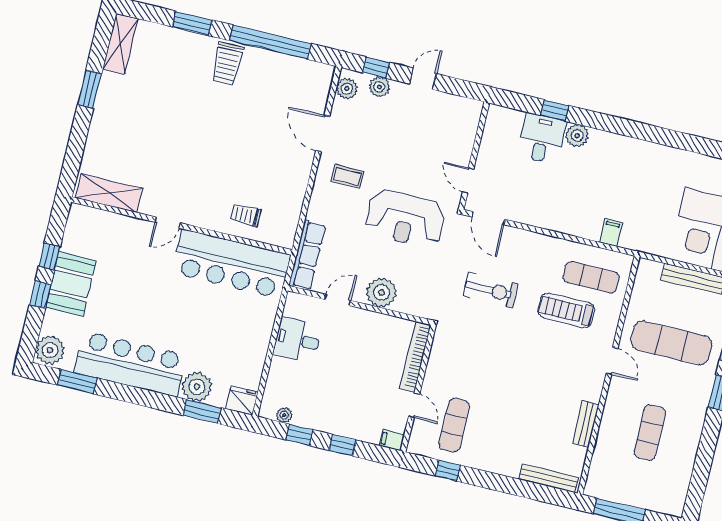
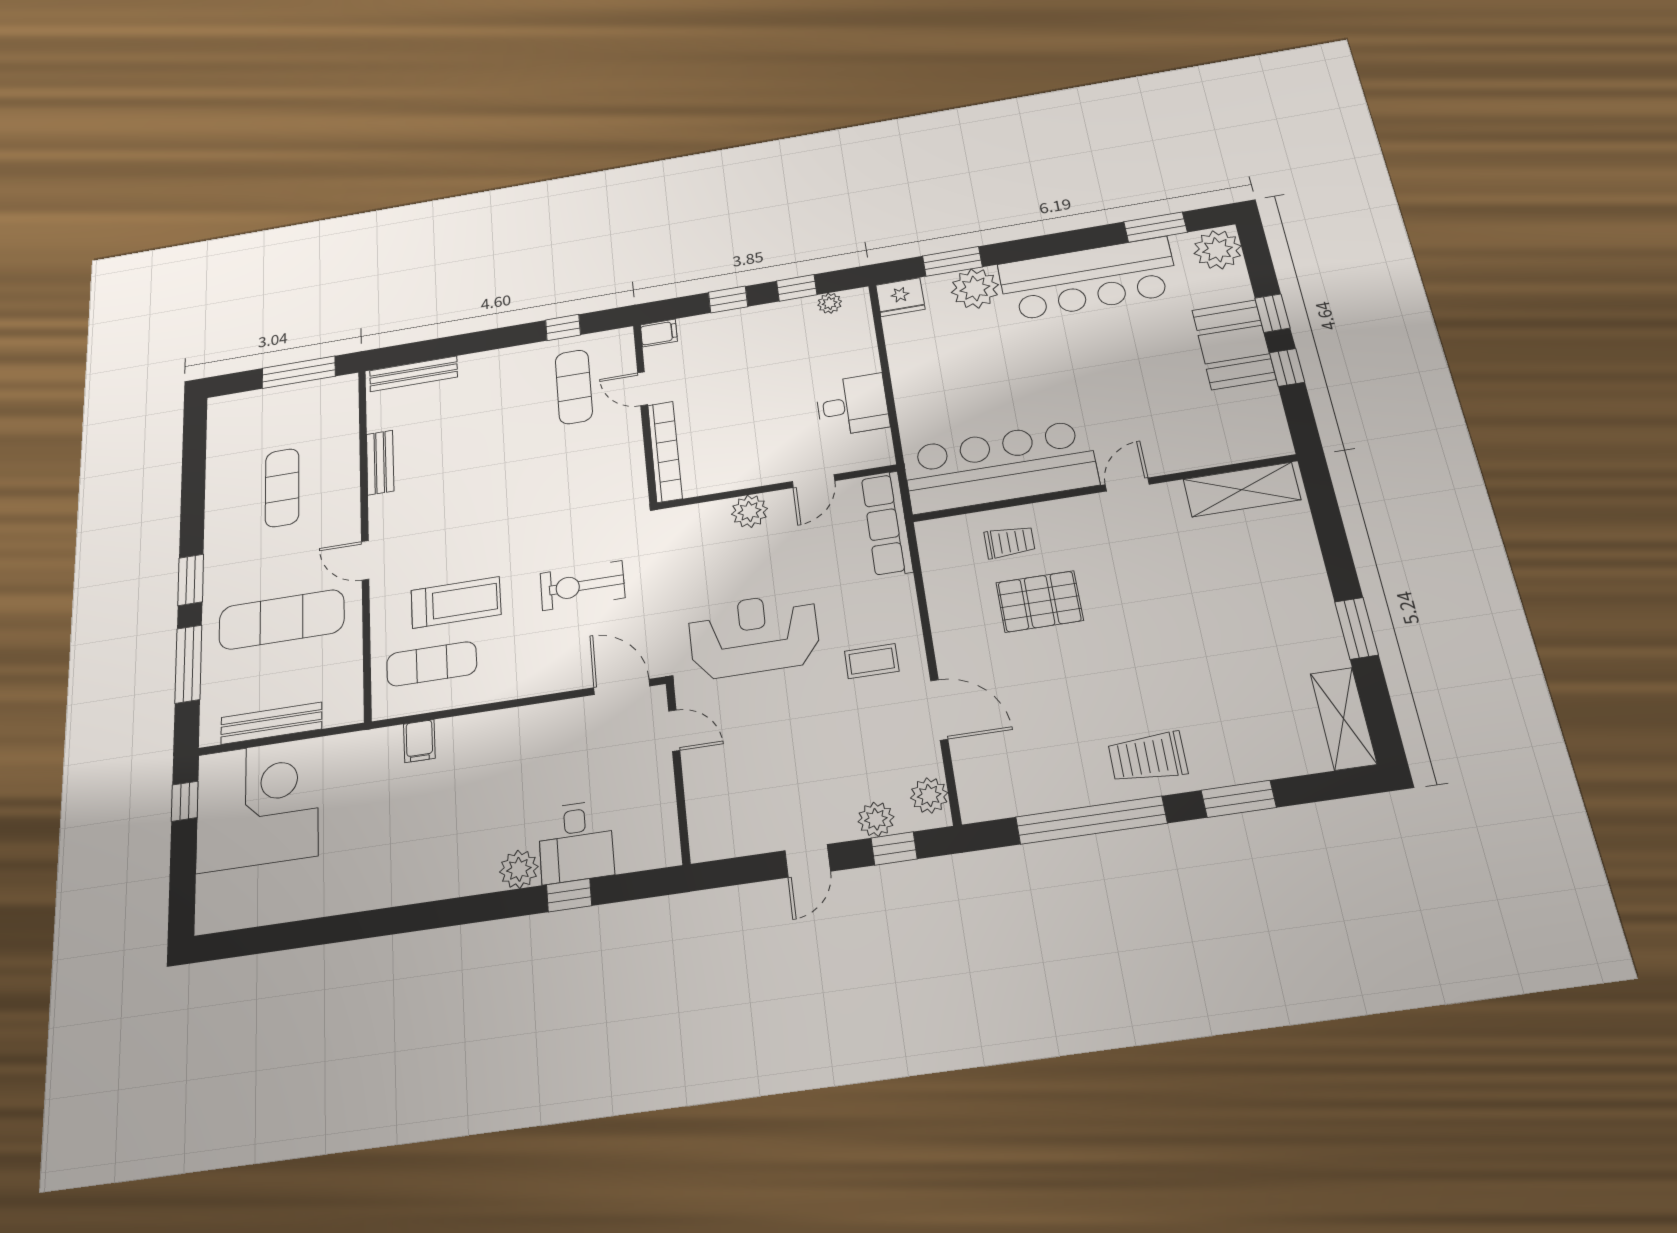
trolley: (227, 64) -> (1148, 757), turned -90
pallet: (244, 173) -> (1039, 602), added
plant: (381, 292) -> (749, 511), width x0.73, depth x0.73

